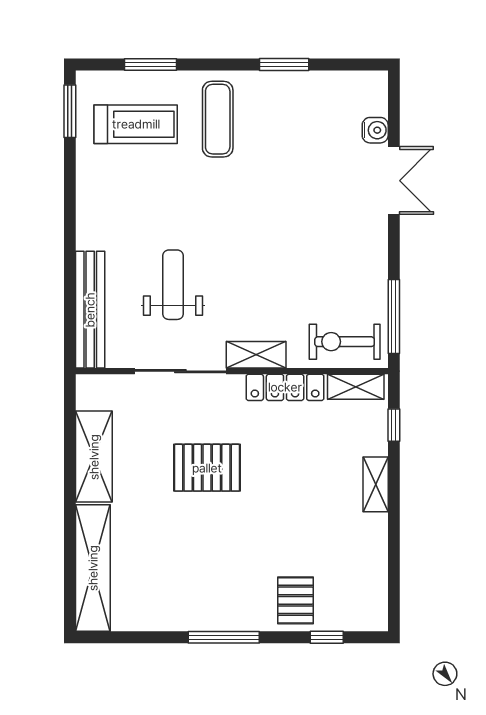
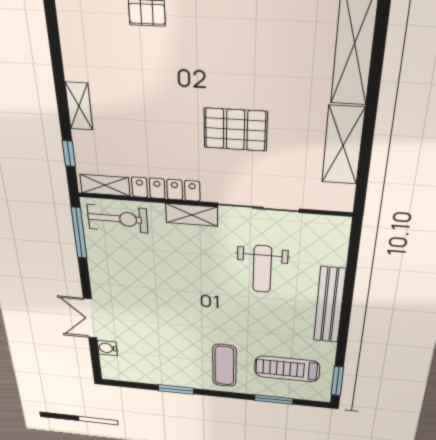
bench: (90, 310) -> (329, 305), moved

